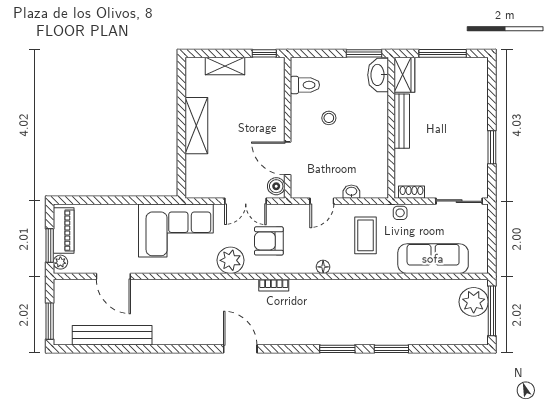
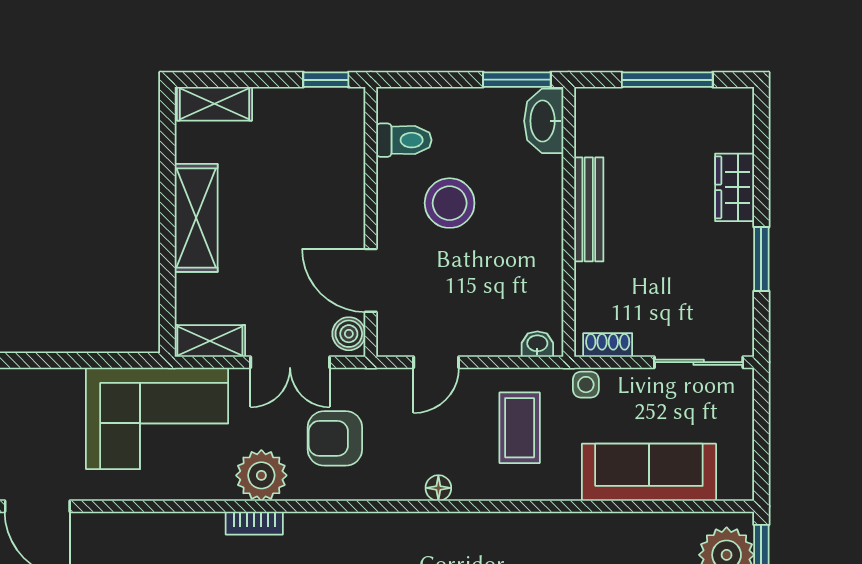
shelving: (225, 66) -> (214, 104), moved
wardrobe: (404, 75) -> (735, 187), moved, turned 180
stool: (329, 118) -> (450, 203), width x1.89, depth x1.89
shelving: (204, 190) -> (210, 341), added
washbasin: (351, 192) -> (537, 344), moved
bookcase: (274, 285) -> (254, 523), moved

